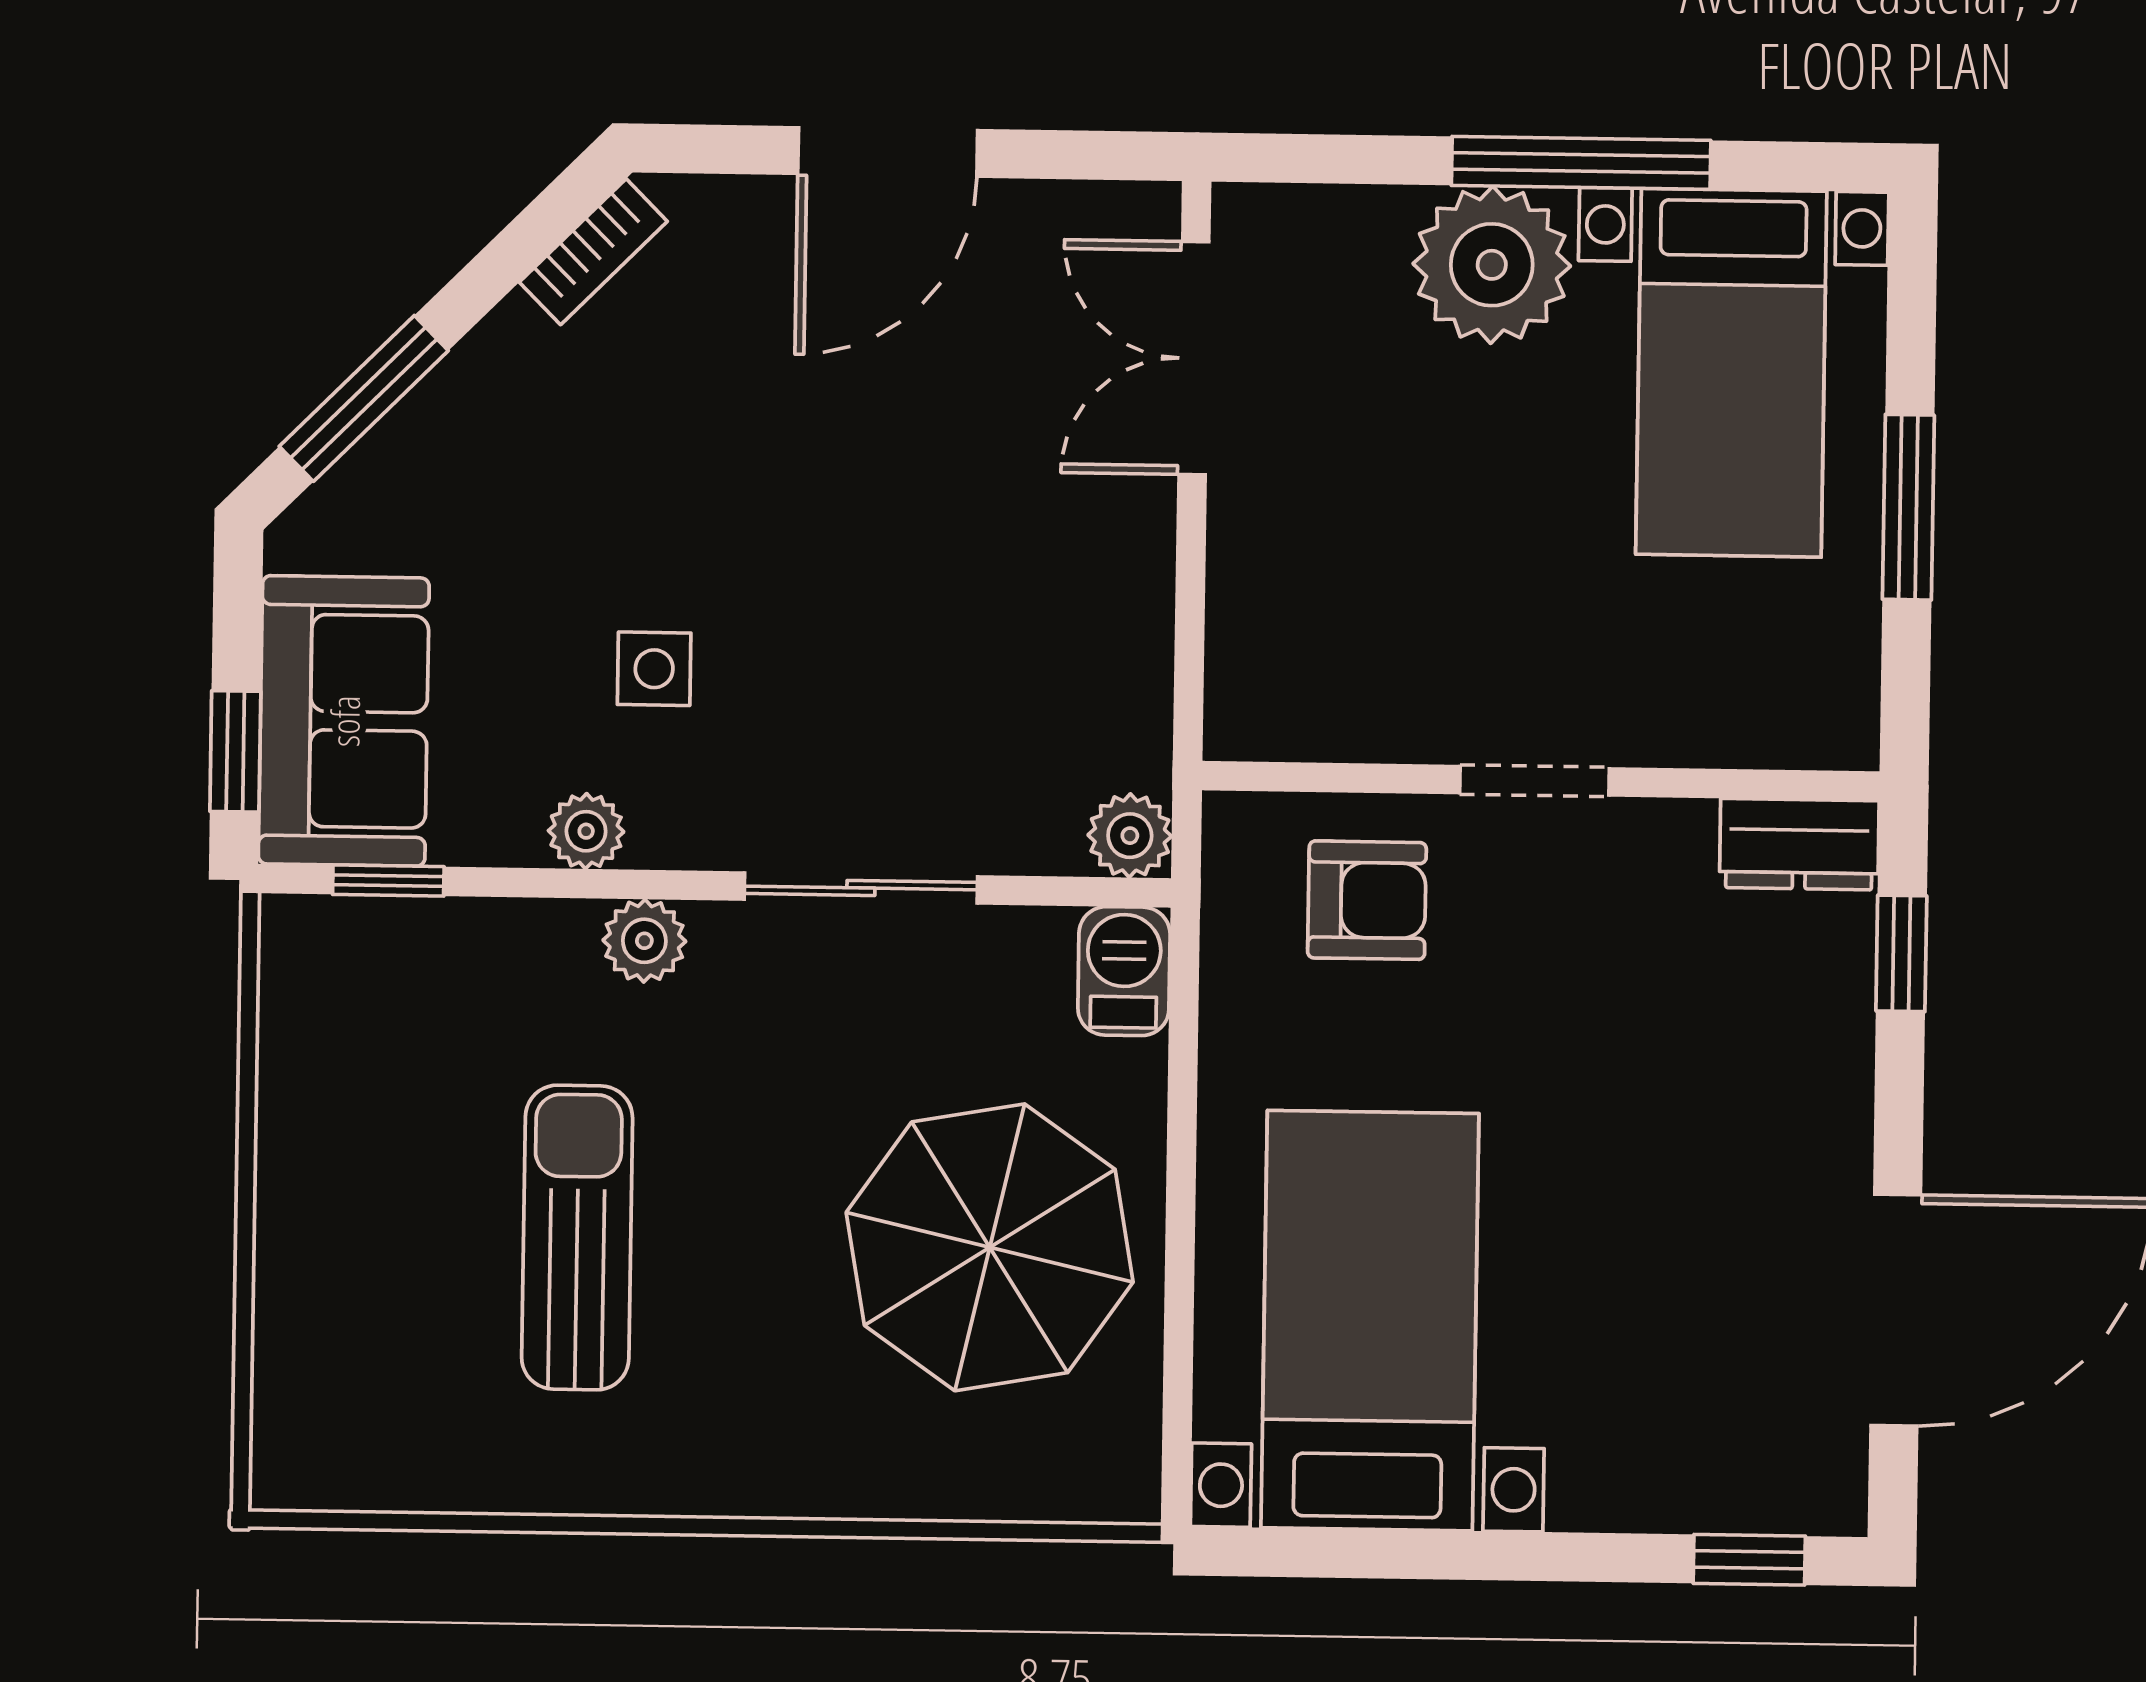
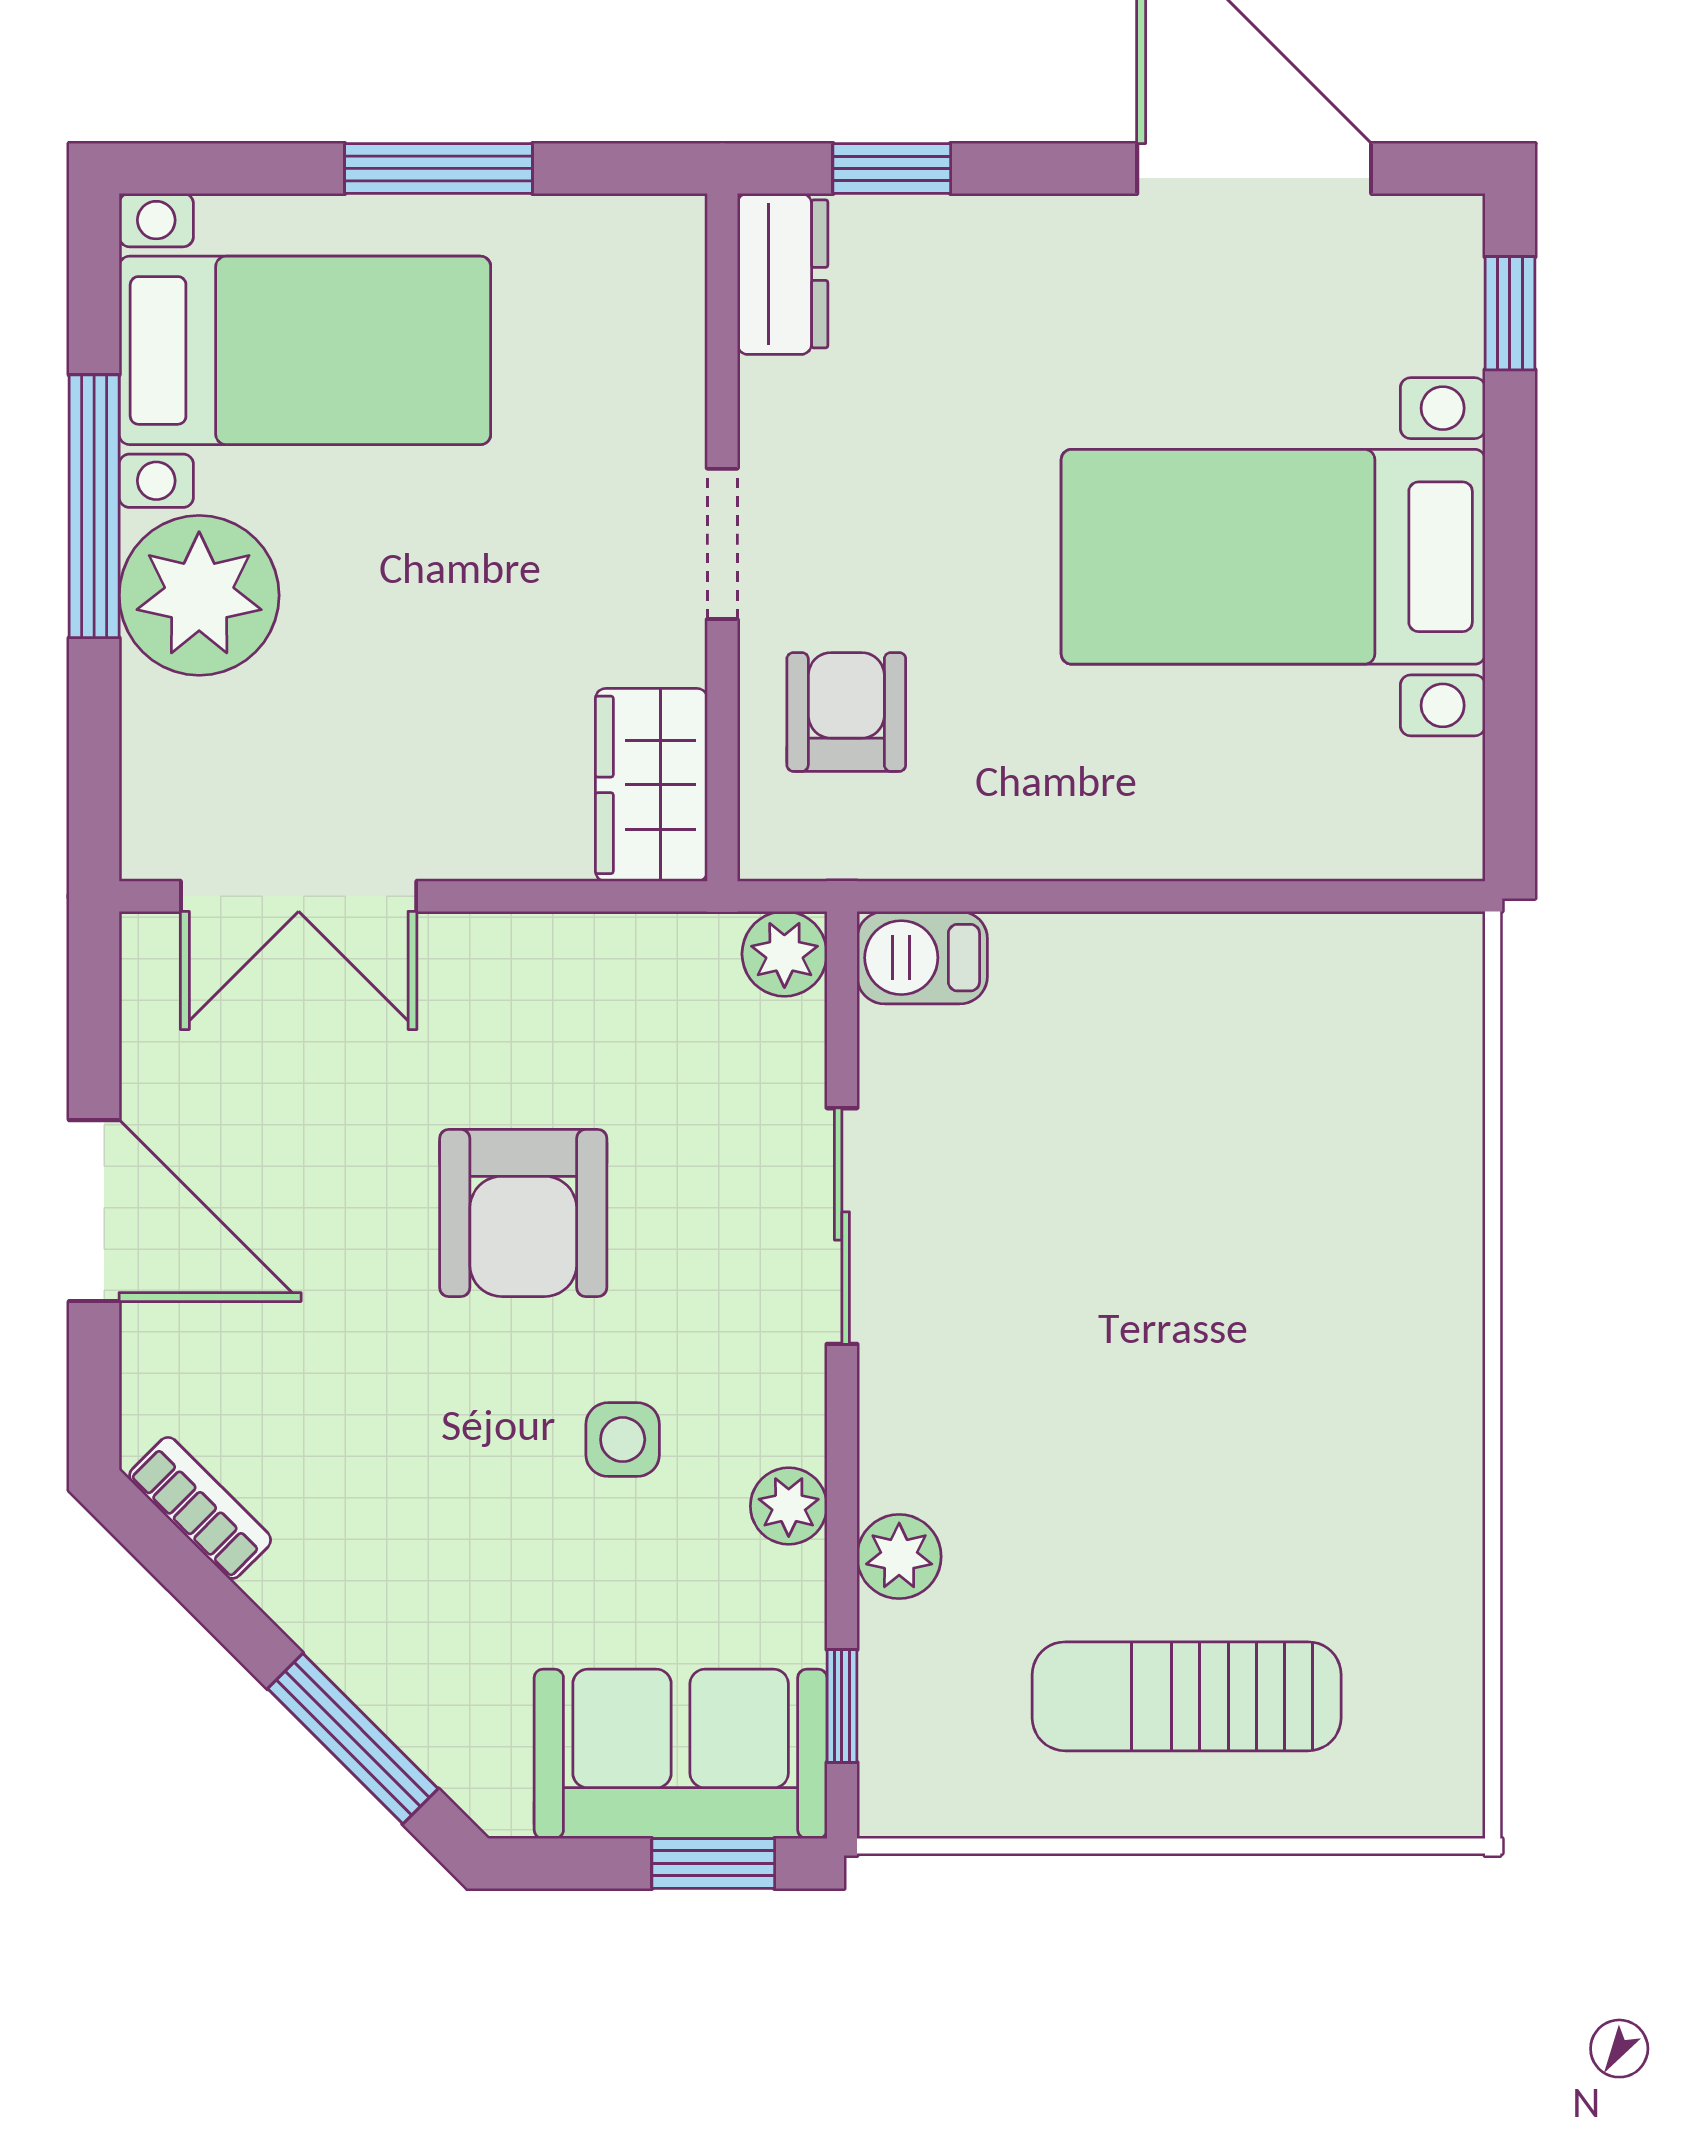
armchair: (879, 574) -> (523, 1213), added
wardrobe: (1298, 707) -> (651, 785), added
plant: (644, 941) -> (899, 1557), moved
sun lounger: (577, 1237) -> (1187, 1696), moved
parasol: (990, 1247) -> (1205, 1090), removed
bed with nightstands: (1370, 1321) -> (1273, 557), moved

